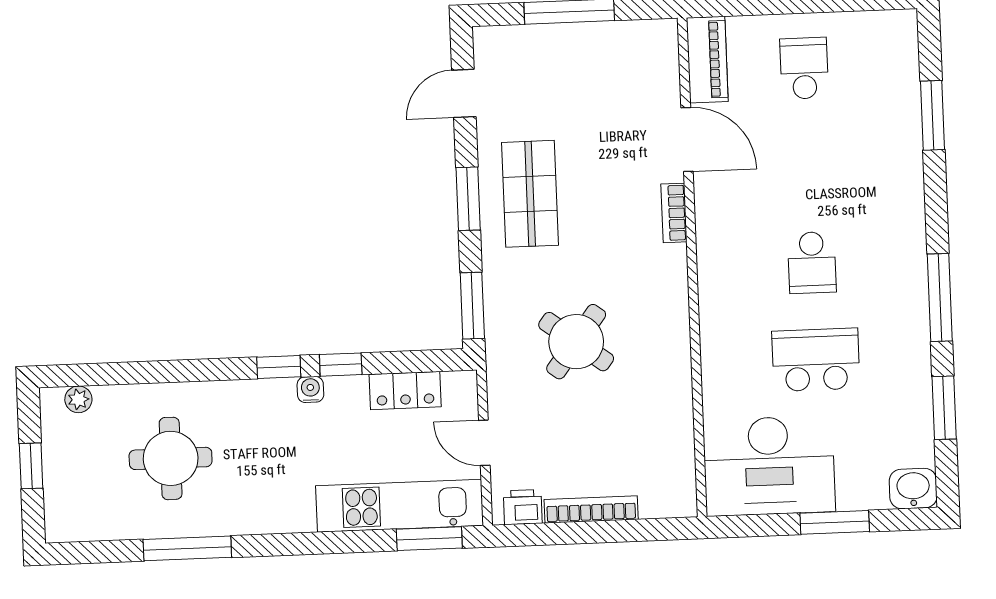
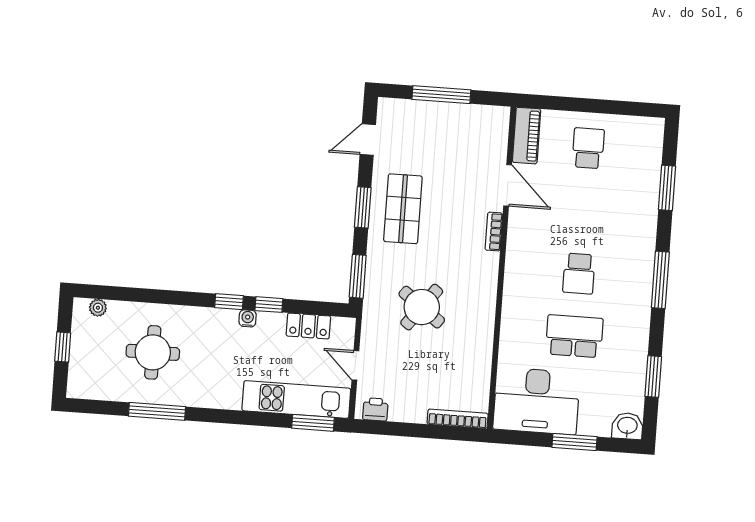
window: (940, 298) -> (660, 280), moved
bookcase: (591, 509) -> (458, 419), moved

